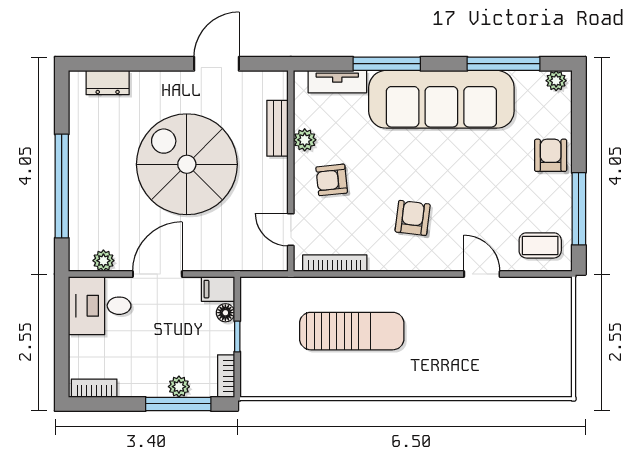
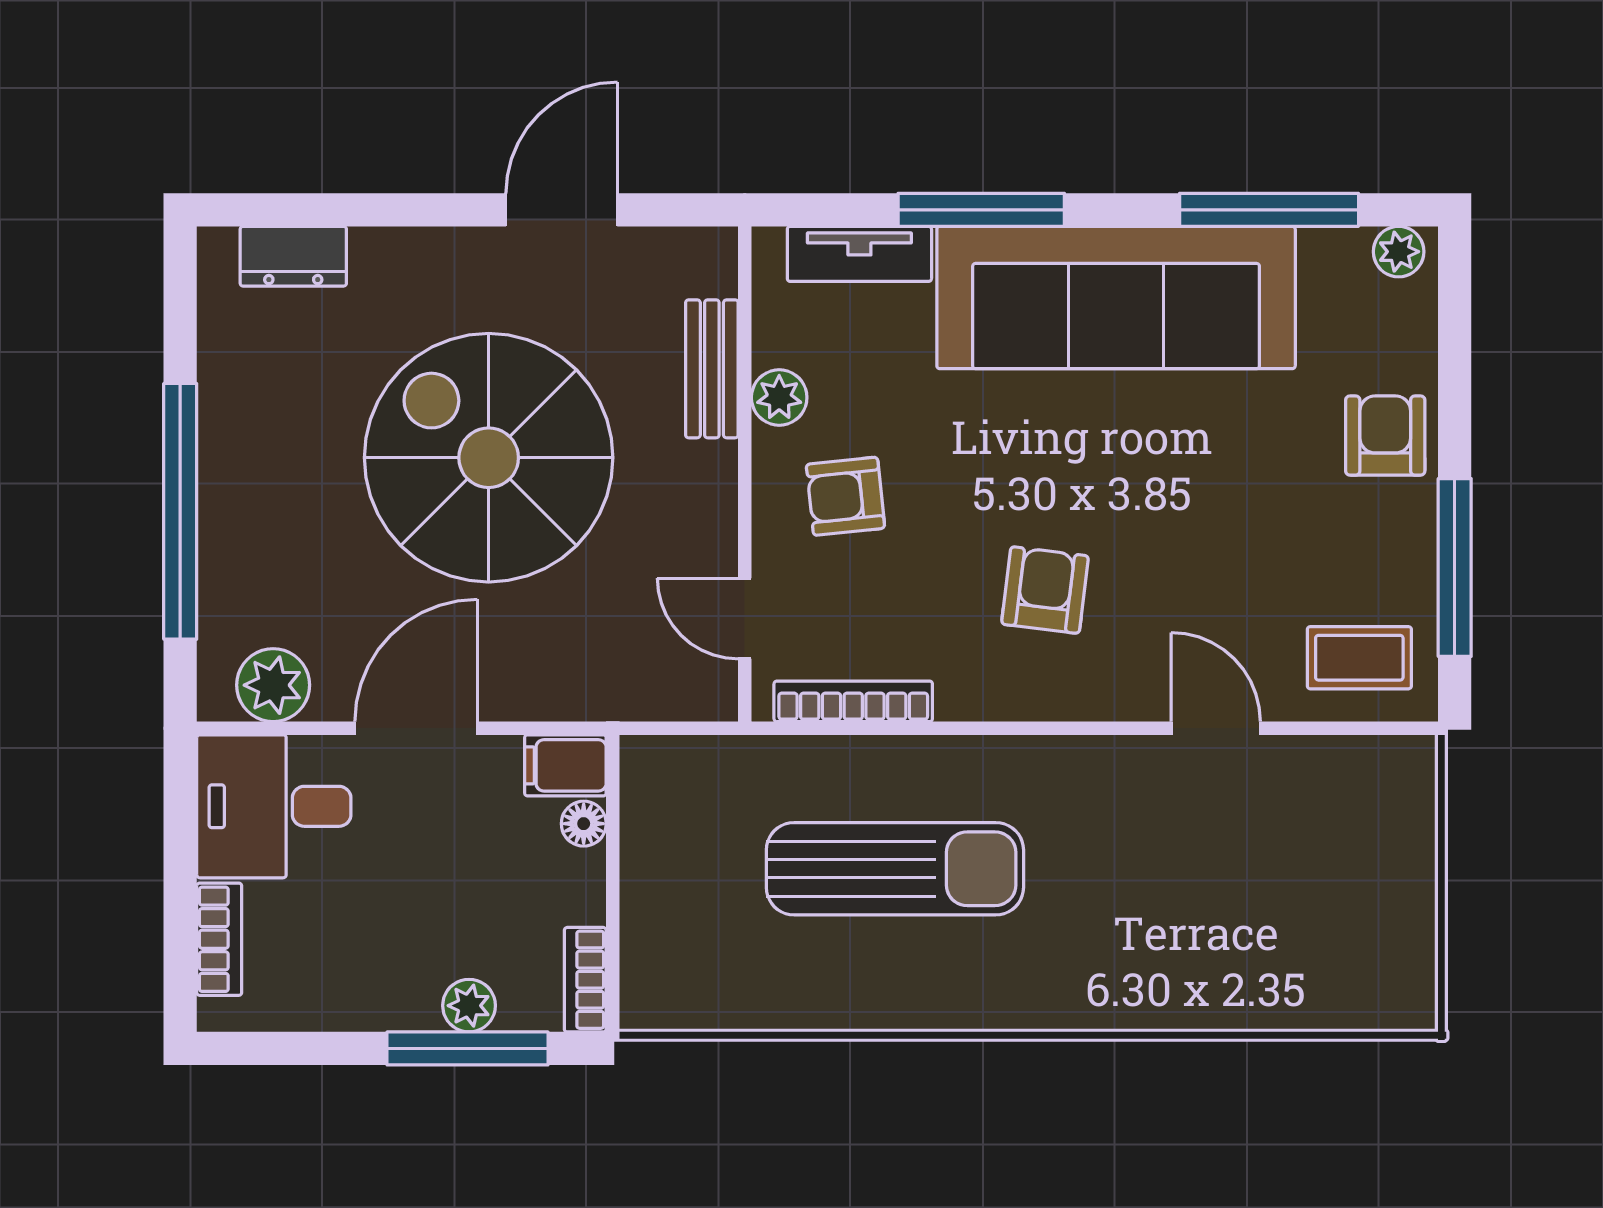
plant: (103, 261) -> (273, 685), width x1.38, depth x1.38
window: (237, 336) -> (613, 882), removed
bookcase: (94, 388) -> (219, 939), moved, turned 90

